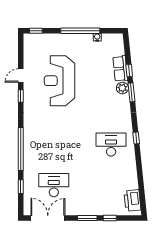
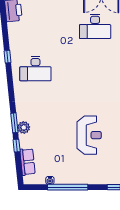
row of seats: (120, 69) -> (27, 162), moved
reception desk: (60, 81) -> (89, 135), width x0.74, depth x0.77
window: (136, 138) -> (8, 57), moved

